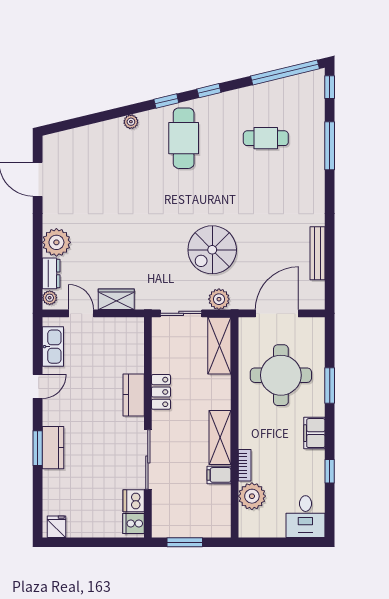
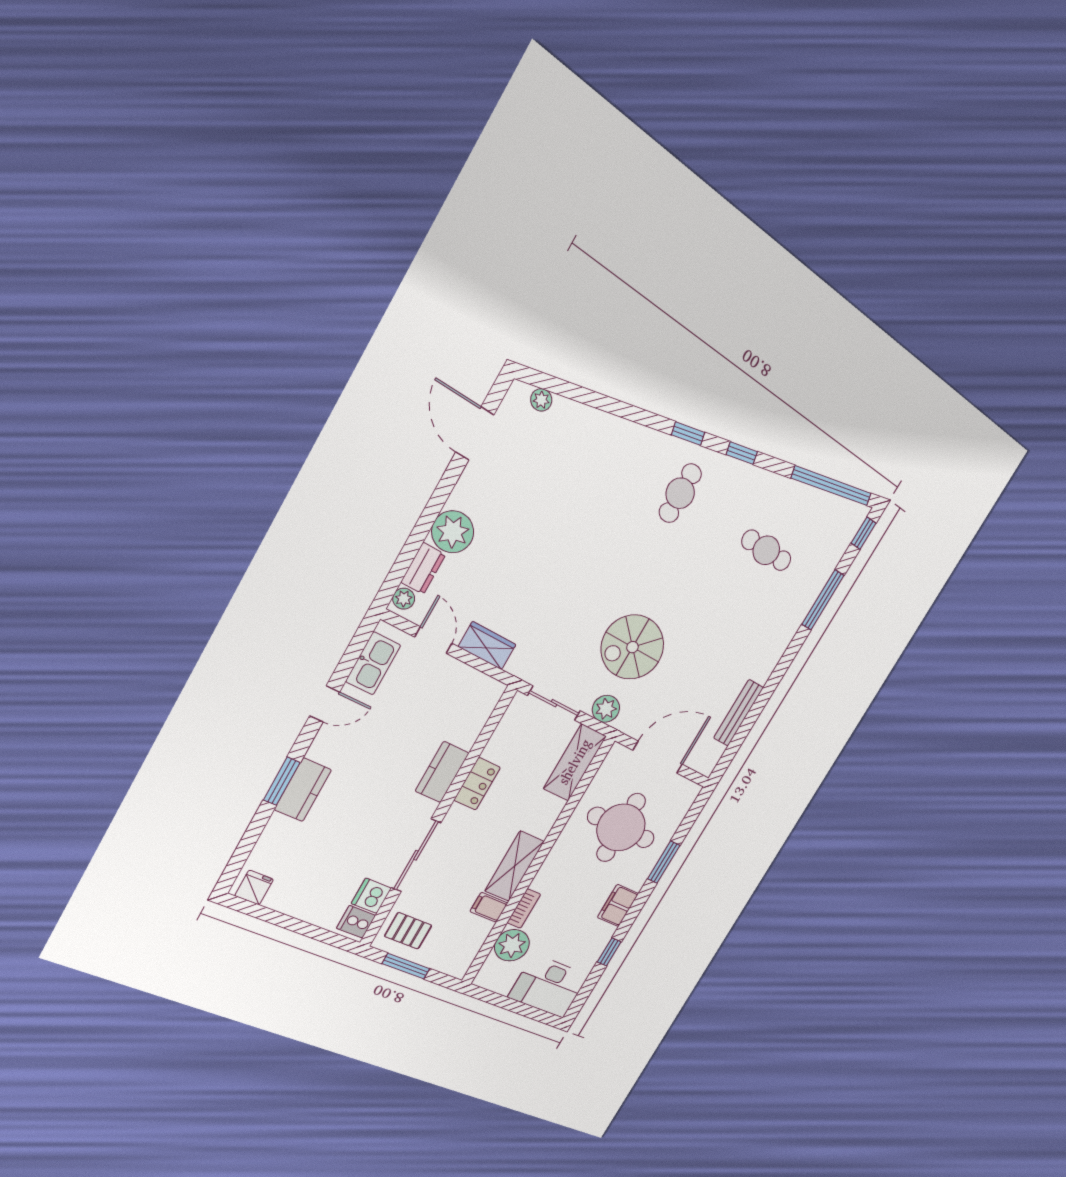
plant: (131, 122) -> (541, 400), moved
cafe table: (184, 138) -> (680, 493), width x0.73, depth x0.74
pallet: (172, 516) -> (408, 931), added
desk: (305, 517) -> (548, 986), width x1.37

